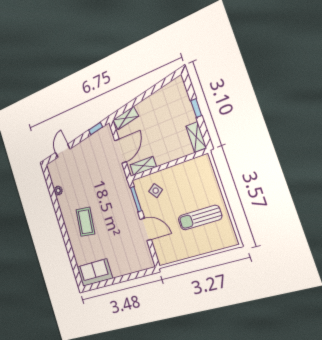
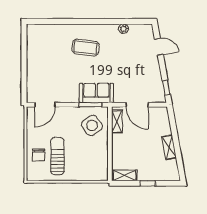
shelving: (126, 118) -> (169, 147), moved
side table: (156, 191) -> (92, 125), width x1.87, depth x1.87
door: (146, 229) -> (45, 105), moved
chair: (206, 239) -> (39, 155), added
sofa: (95, 273) -> (96, 93), moved, turned -90

